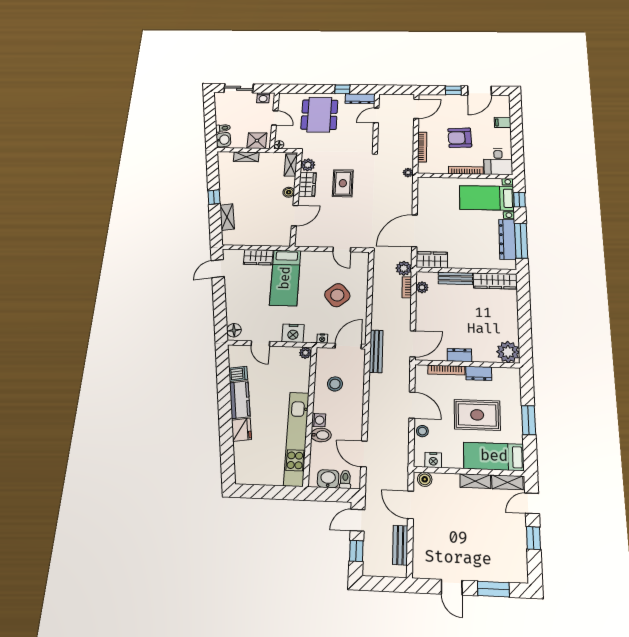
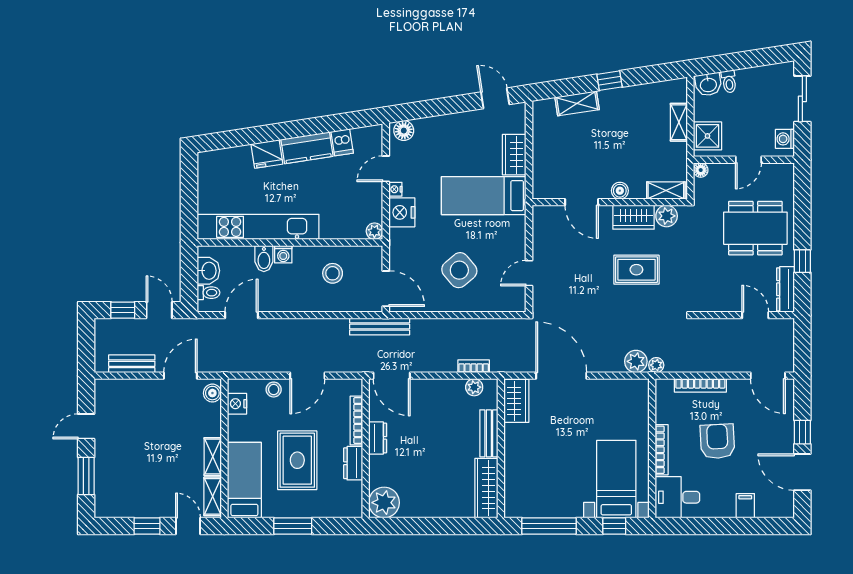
dresser: (507, 239) -> (551, 507), removed
plant: (404, 268) -> (636, 361), moved
nightstand: (322, 339) -> (395, 189), moved

